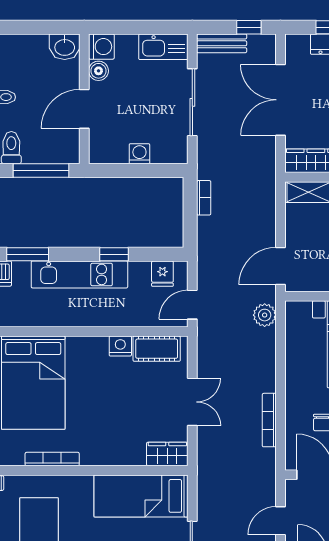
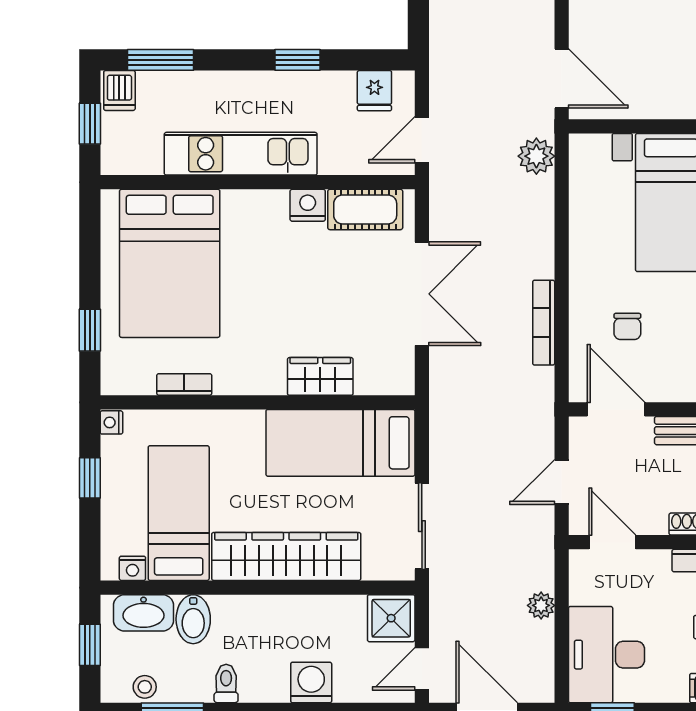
door: (281, 266) -> (562, 78), swing flipped
kitchen unit: (79, 274) -> (241, 154), moved, turned 180
double door: (192, 402) -> (422, 294), width x1.37
wardrobe: (167, 454) -> (320, 376), moved
bookcase: (52, 459) -> (184, 384), width x0.64

